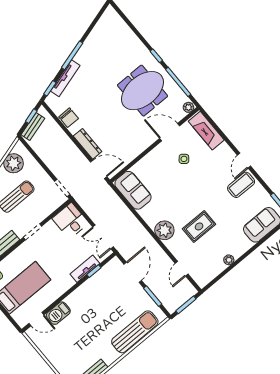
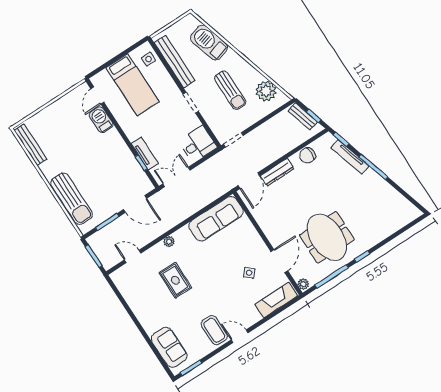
sofa: (133, 190) -> (216, 219), width x1.36
plant: (164, 230) -> (169, 242), width x0.53, depth x0.53
plant: (229, 260) -> (136, 308), removed

